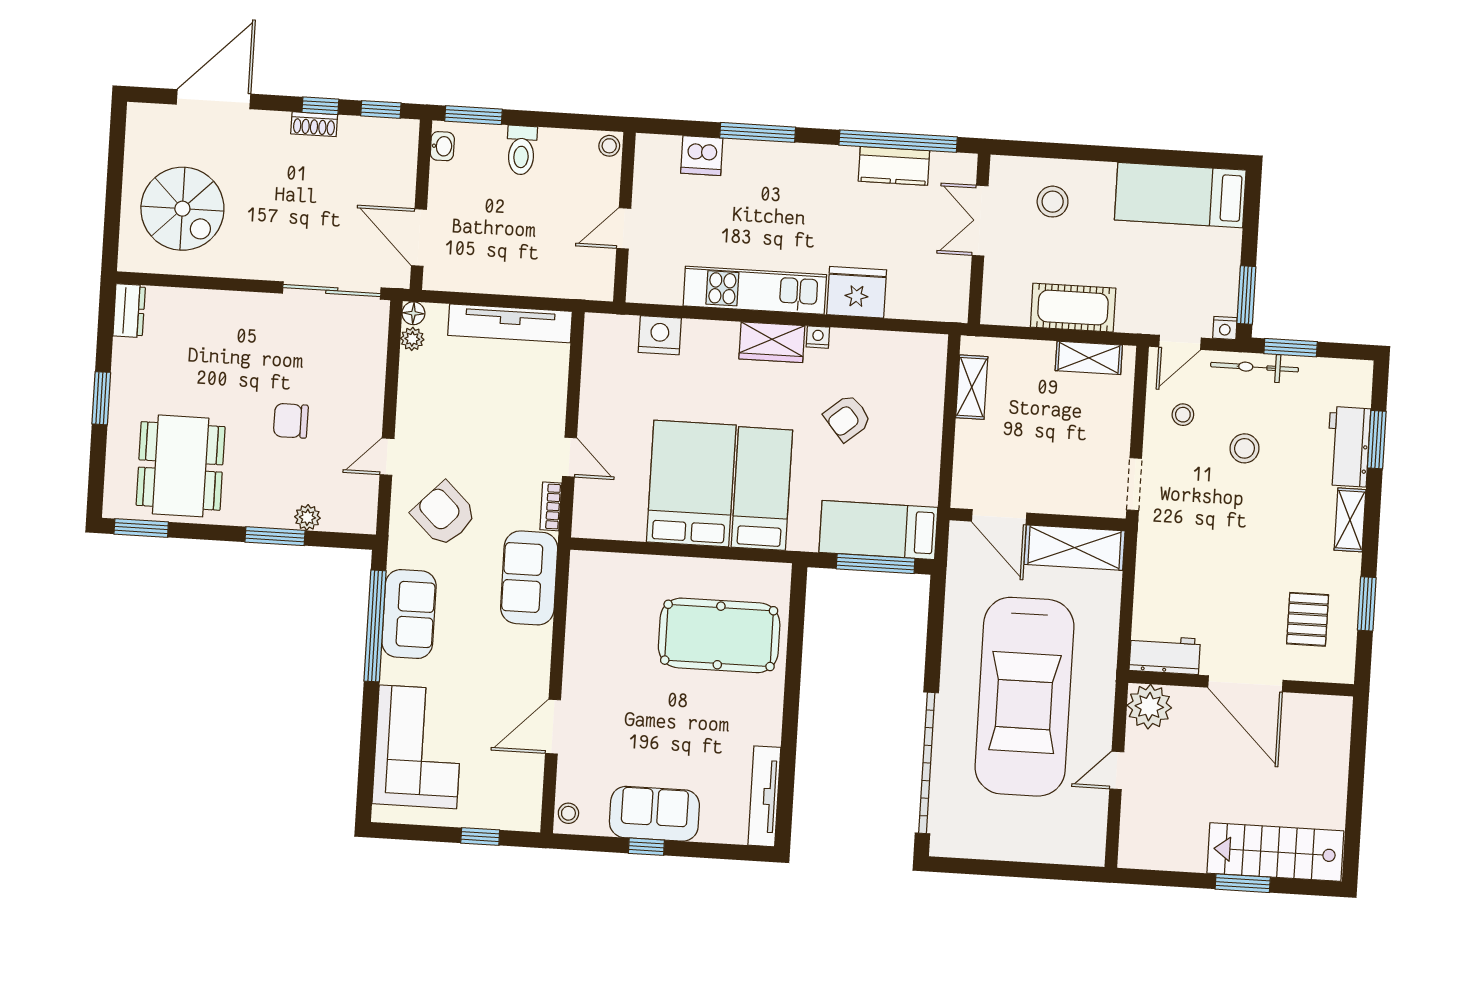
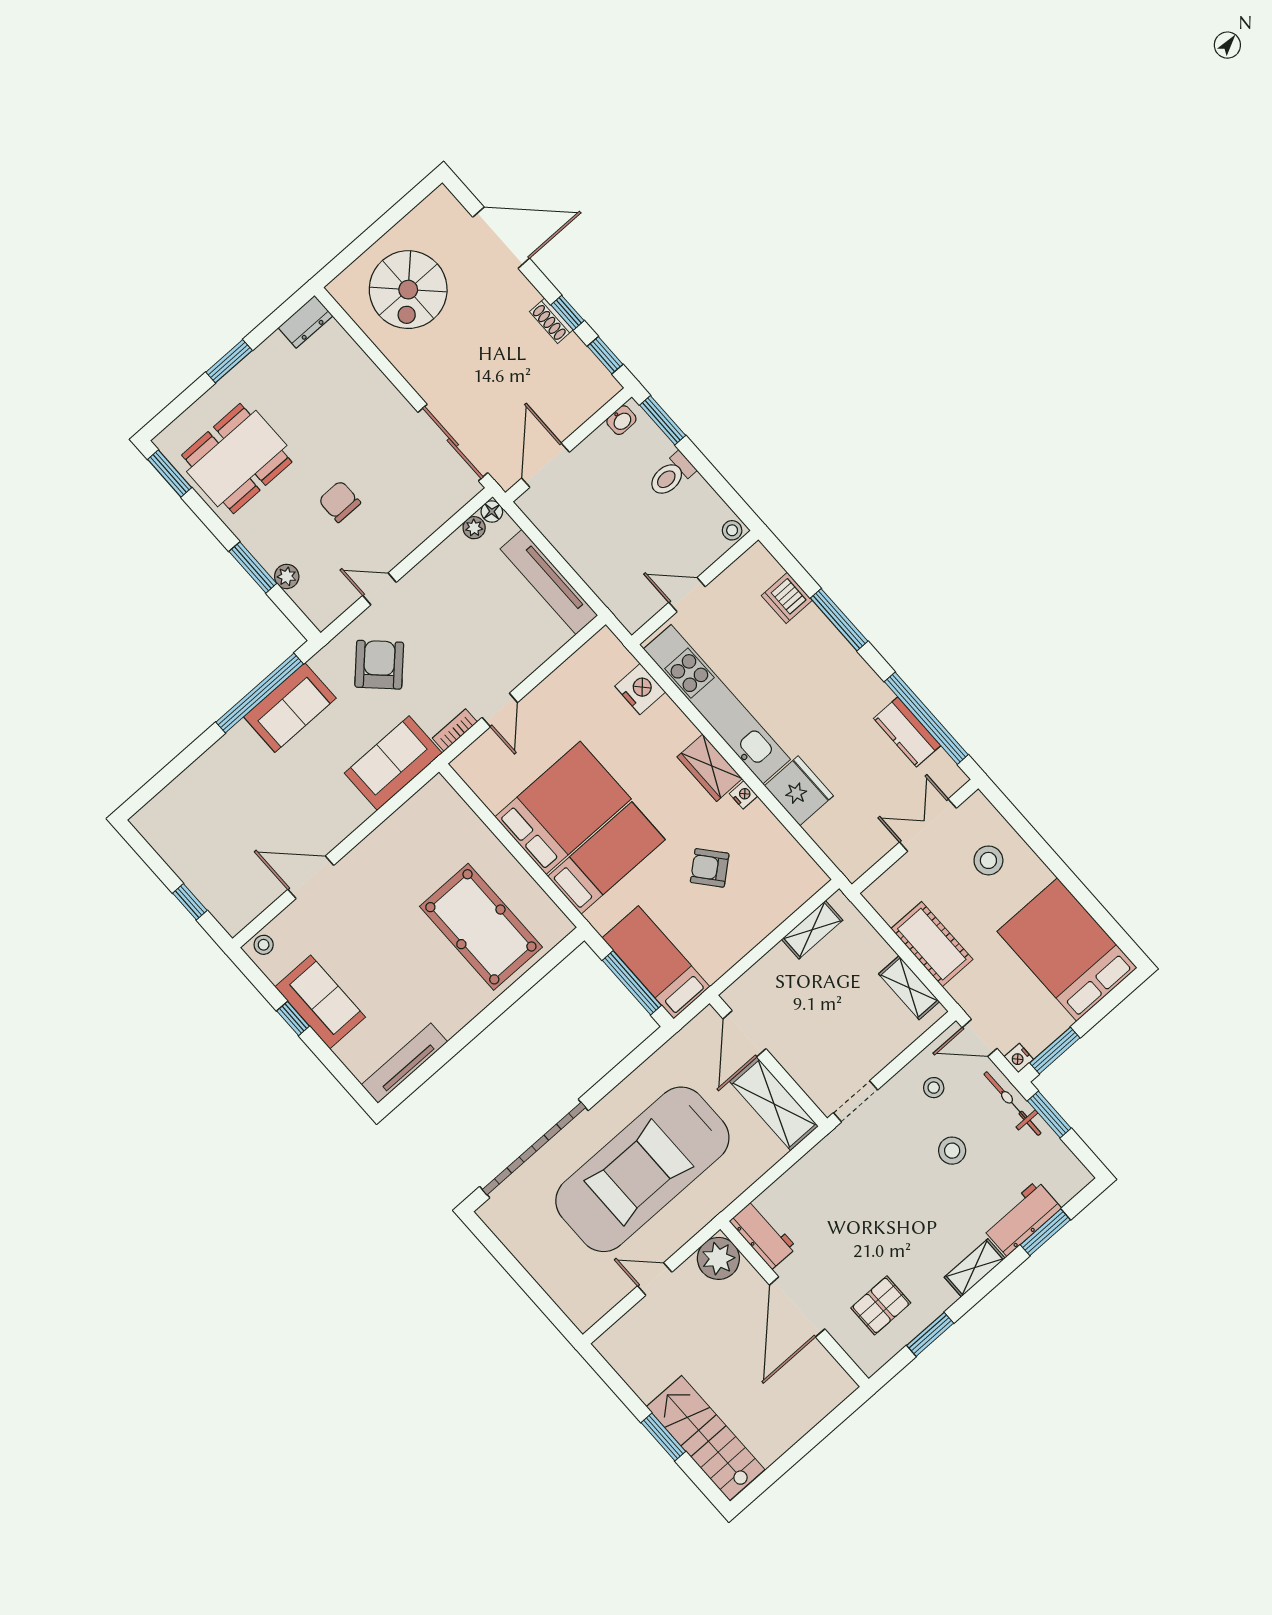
bed: (1180, 195) -> (1067, 950), width x1.50
kitchen unit: (755, 290) -> (717, 704), width x1.36
corner sofa: (418, 747) -> (208, 801), removed

